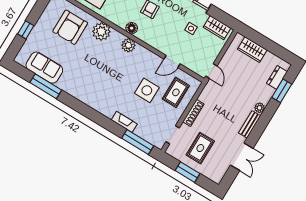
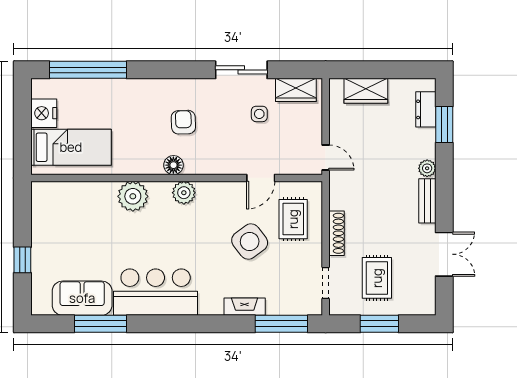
armchair: (70, 27) -> (84, 217), removed
bar counter: (83, 87) -> (156, 292), added
side table: (147, 90) -> (250, 242), turned -37

